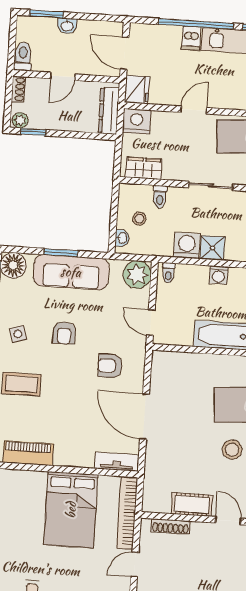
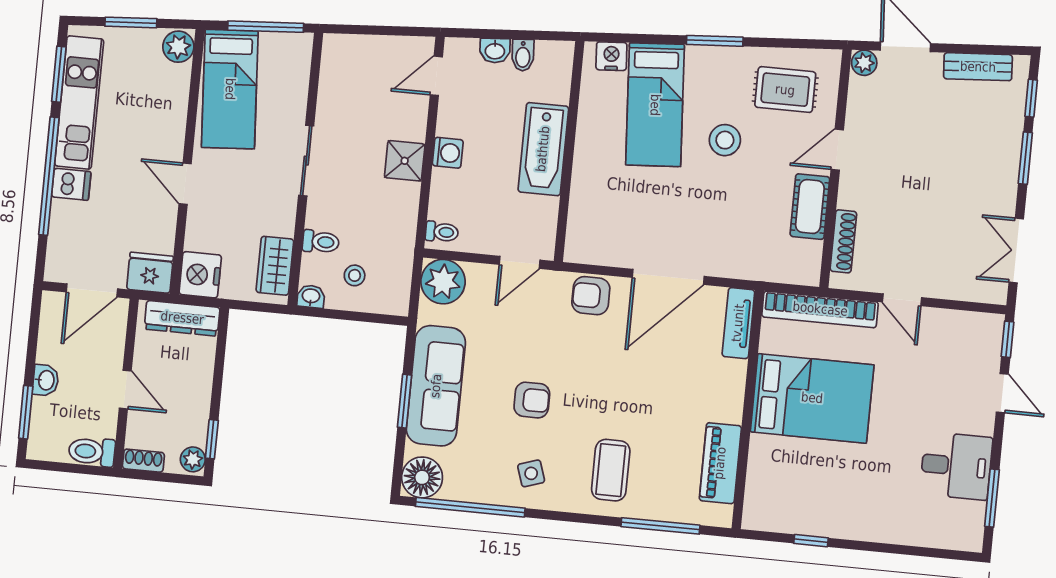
washbasin: (122, 238) -> (311, 296), moved
washing machine: (187, 245) -> (399, 202), removed
armchair: (110, 366) -> (591, 296), moved, turned 90

